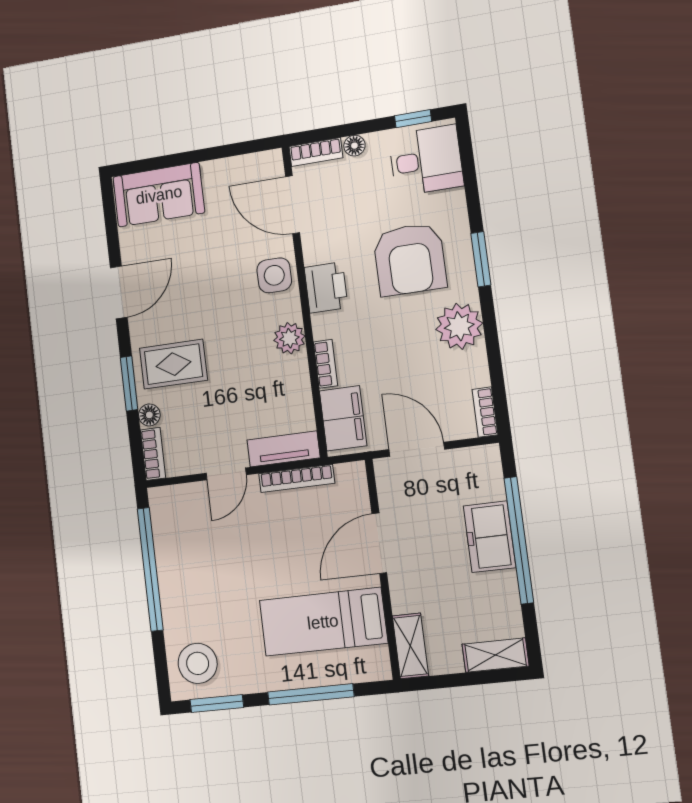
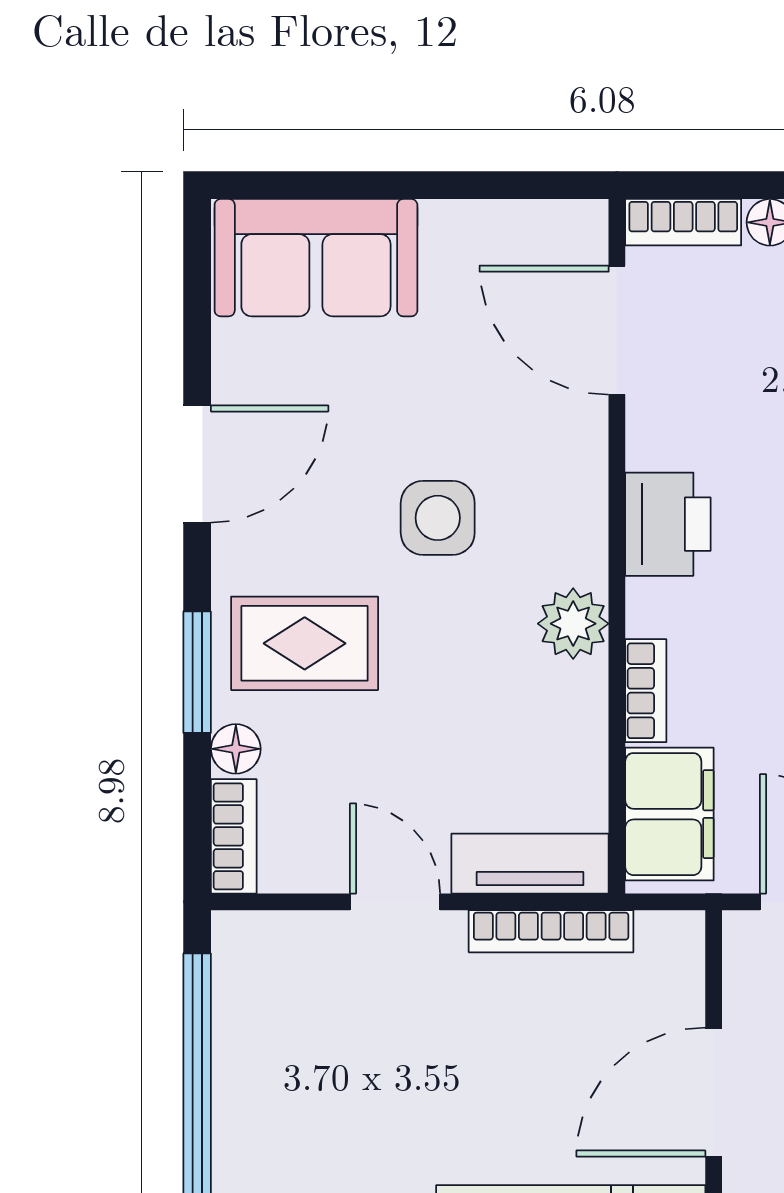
side table: (274, 275) -> (438, 518), moved
door: (226, 474) -> (395, 902), swing flipped

